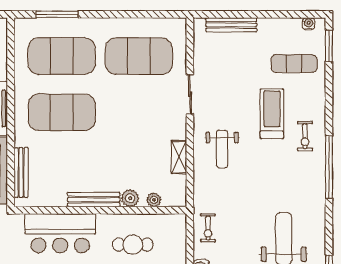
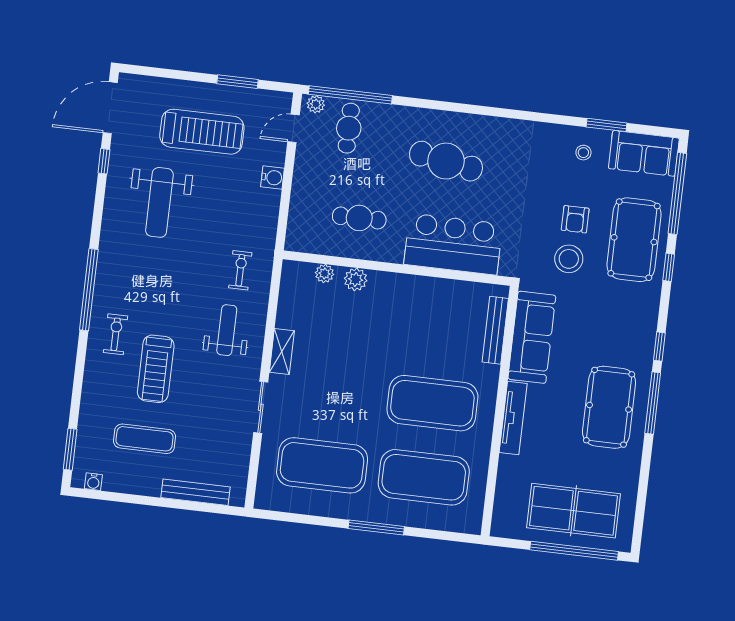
window: (57, 14) -> (376, 527), moved
exercise mat: (294, 64) -> (145, 439), moved
shelving: (179, 157) -> (282, 351), moved
bench: (94, 200) -> (404, 283), removed
exercise bike: (208, 228) -> (240, 270), moved

